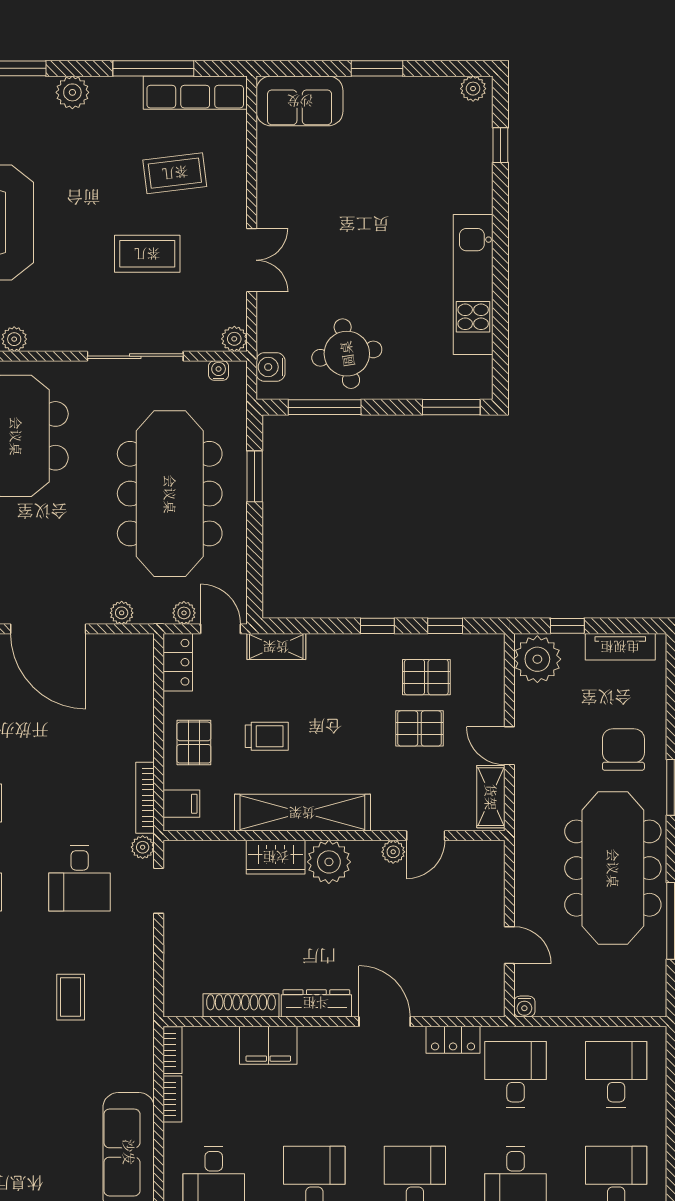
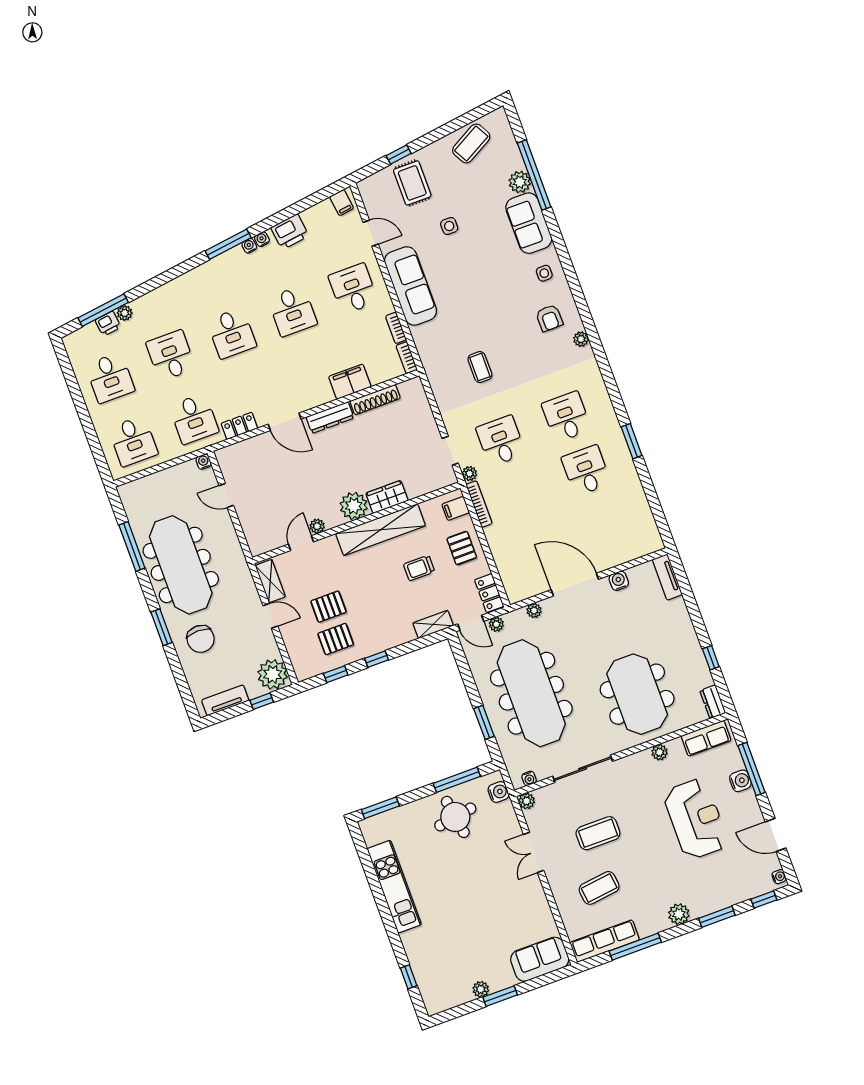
plant: (473, 89) -> (481, 989), moved

